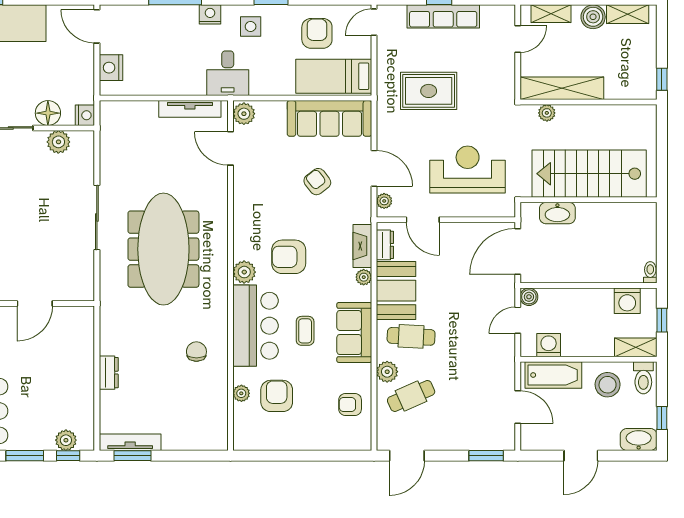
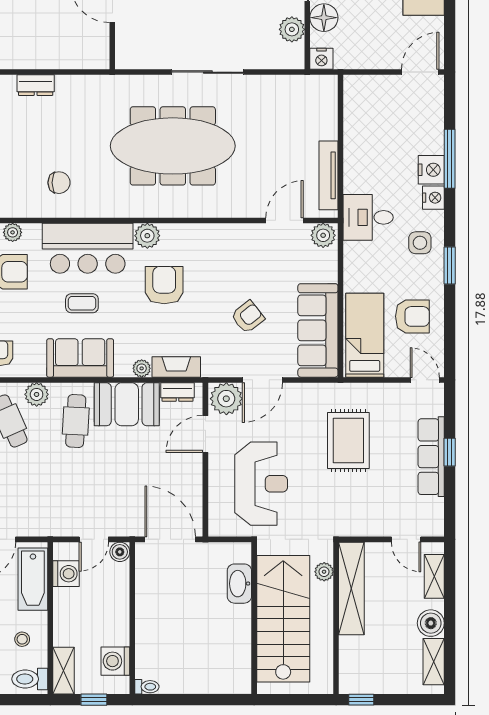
nightstand: (111, 68) -> (431, 170), moved, turned 90
stairs: (589, 174) -> (283, 619), moved
wall: (588, 200) -> (254, 618), moved
plant: (384, 201) -> (226, 399), width x1.88, depth x1.88
washbasin: (557, 213) -> (239, 584), moved
door: (518, 320) -> (94, 539), swing flipped
stool: (608, 385) -> (22, 639), width x0.53, depth x0.53

